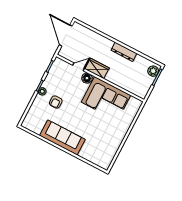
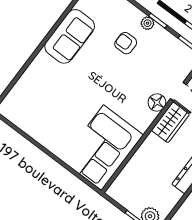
corner sofa: (106, 99) -> (102, 148), moved
sofa: (62, 138) -> (70, 36), width x0.73

